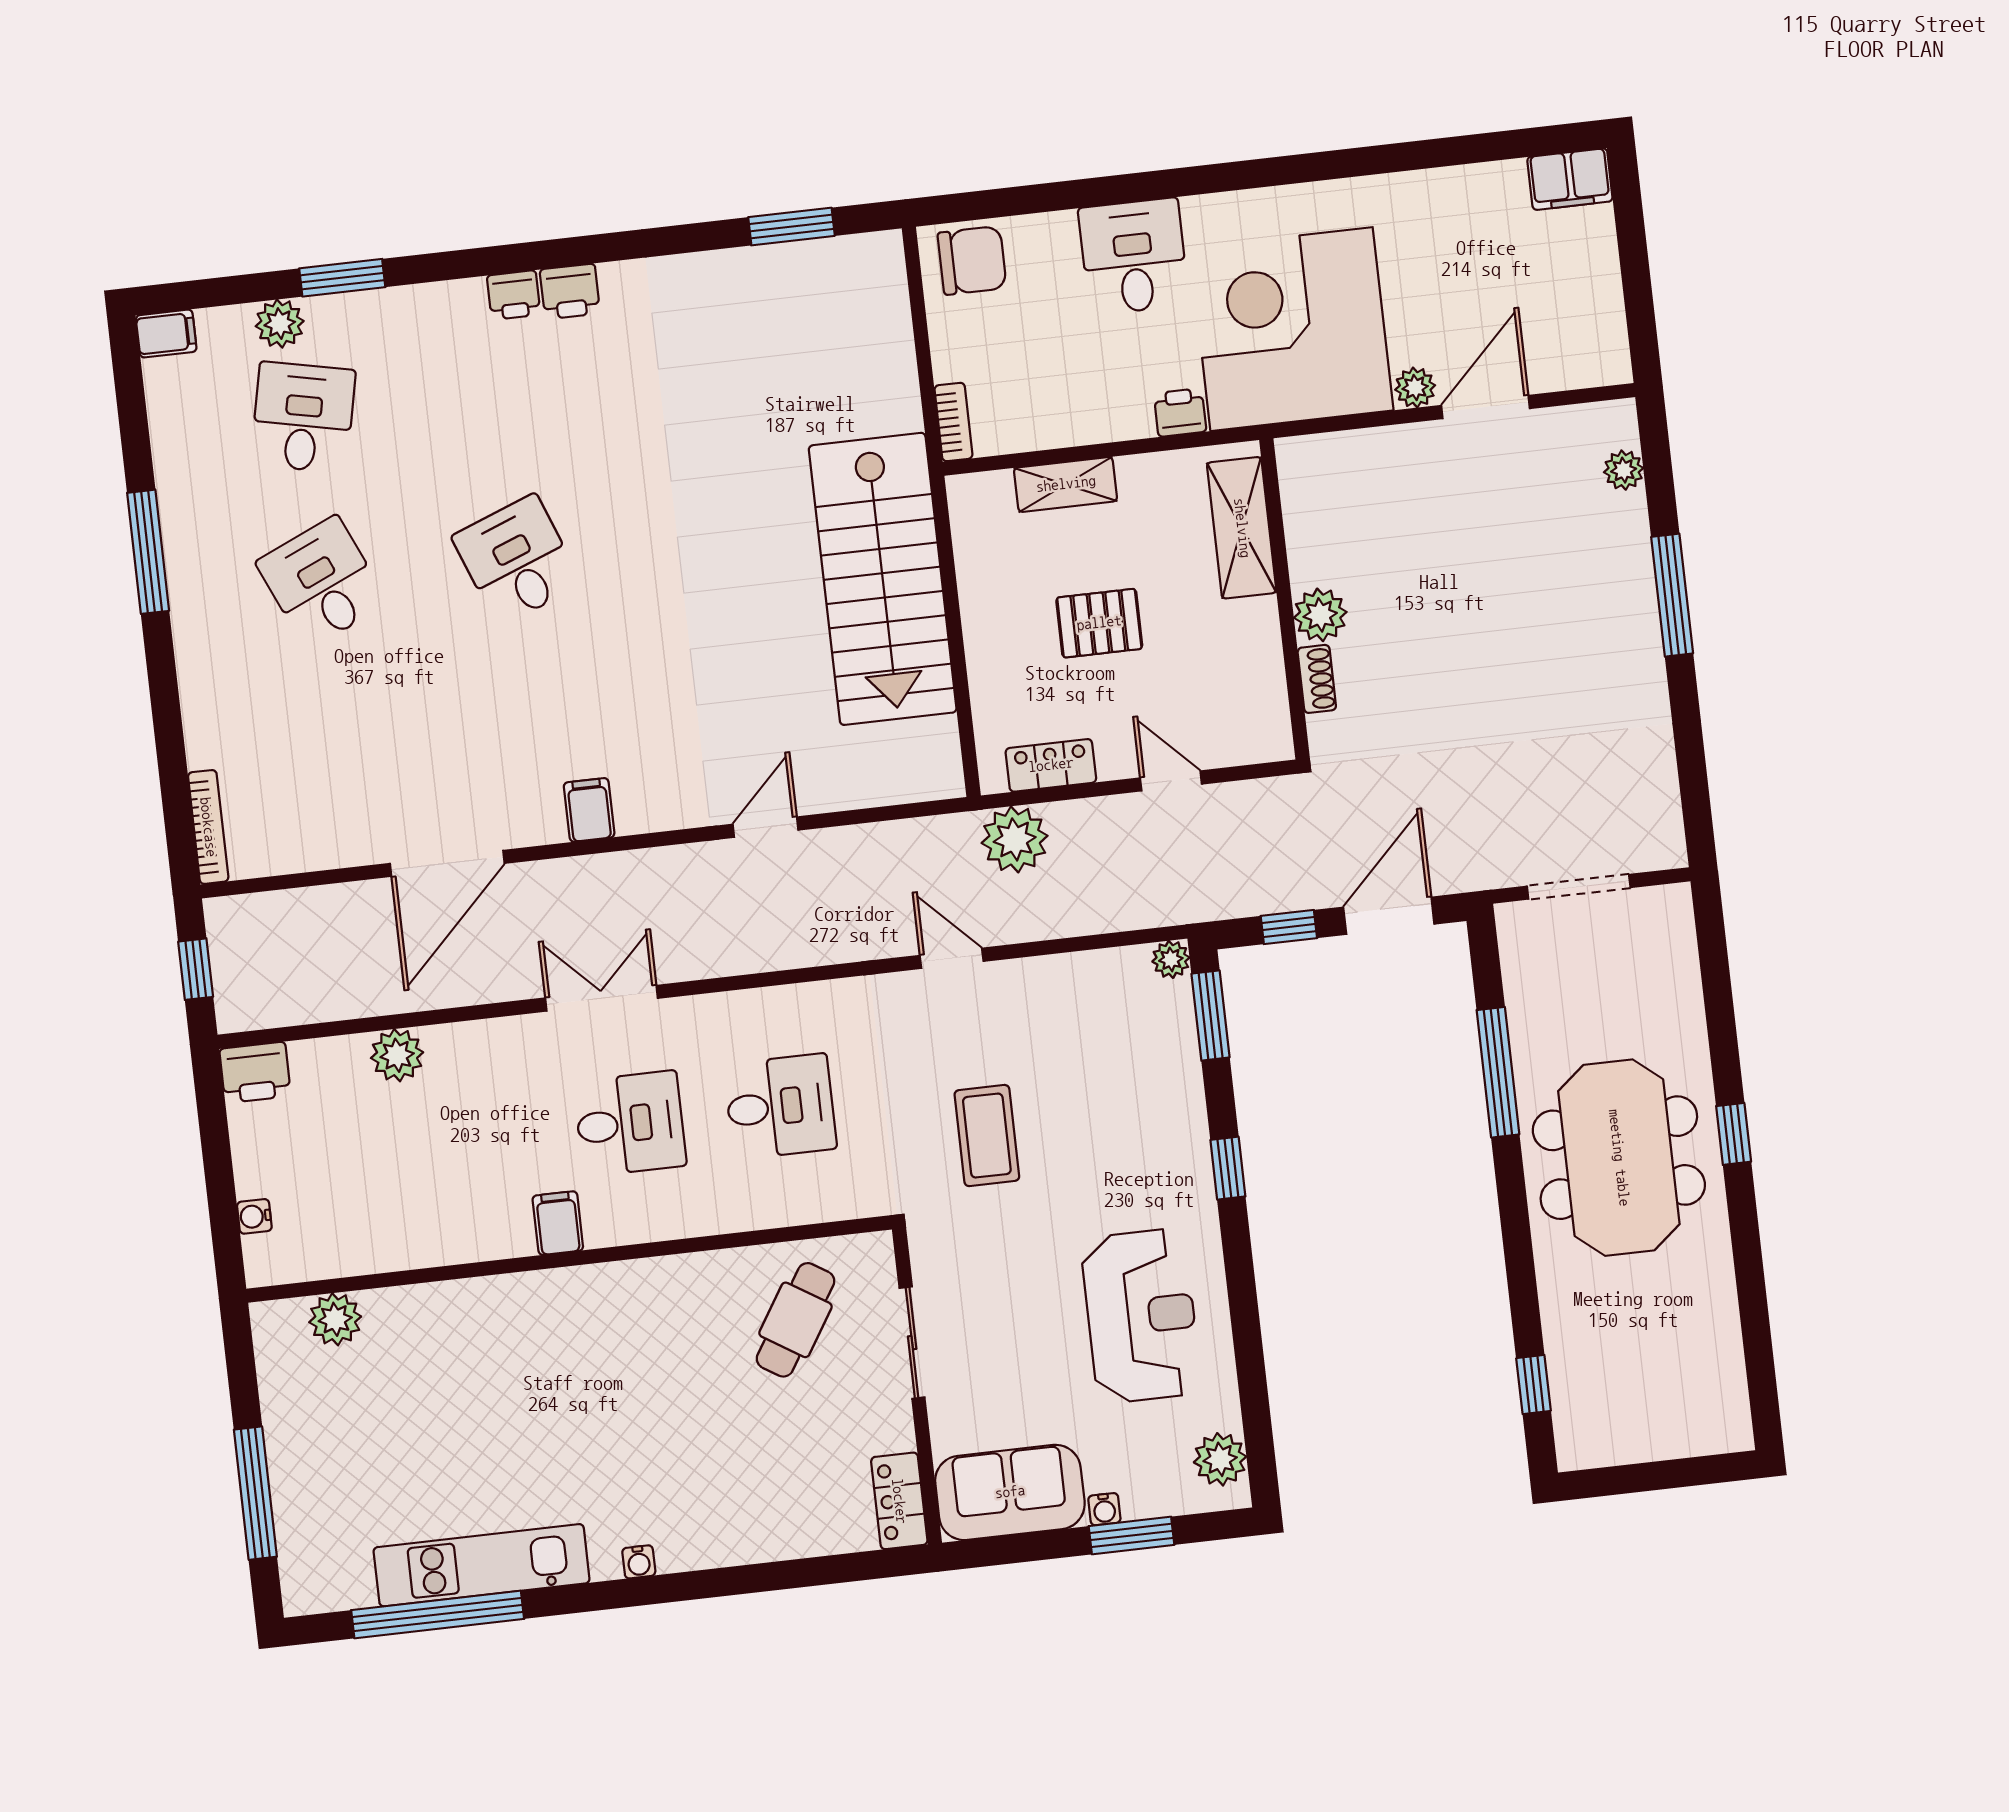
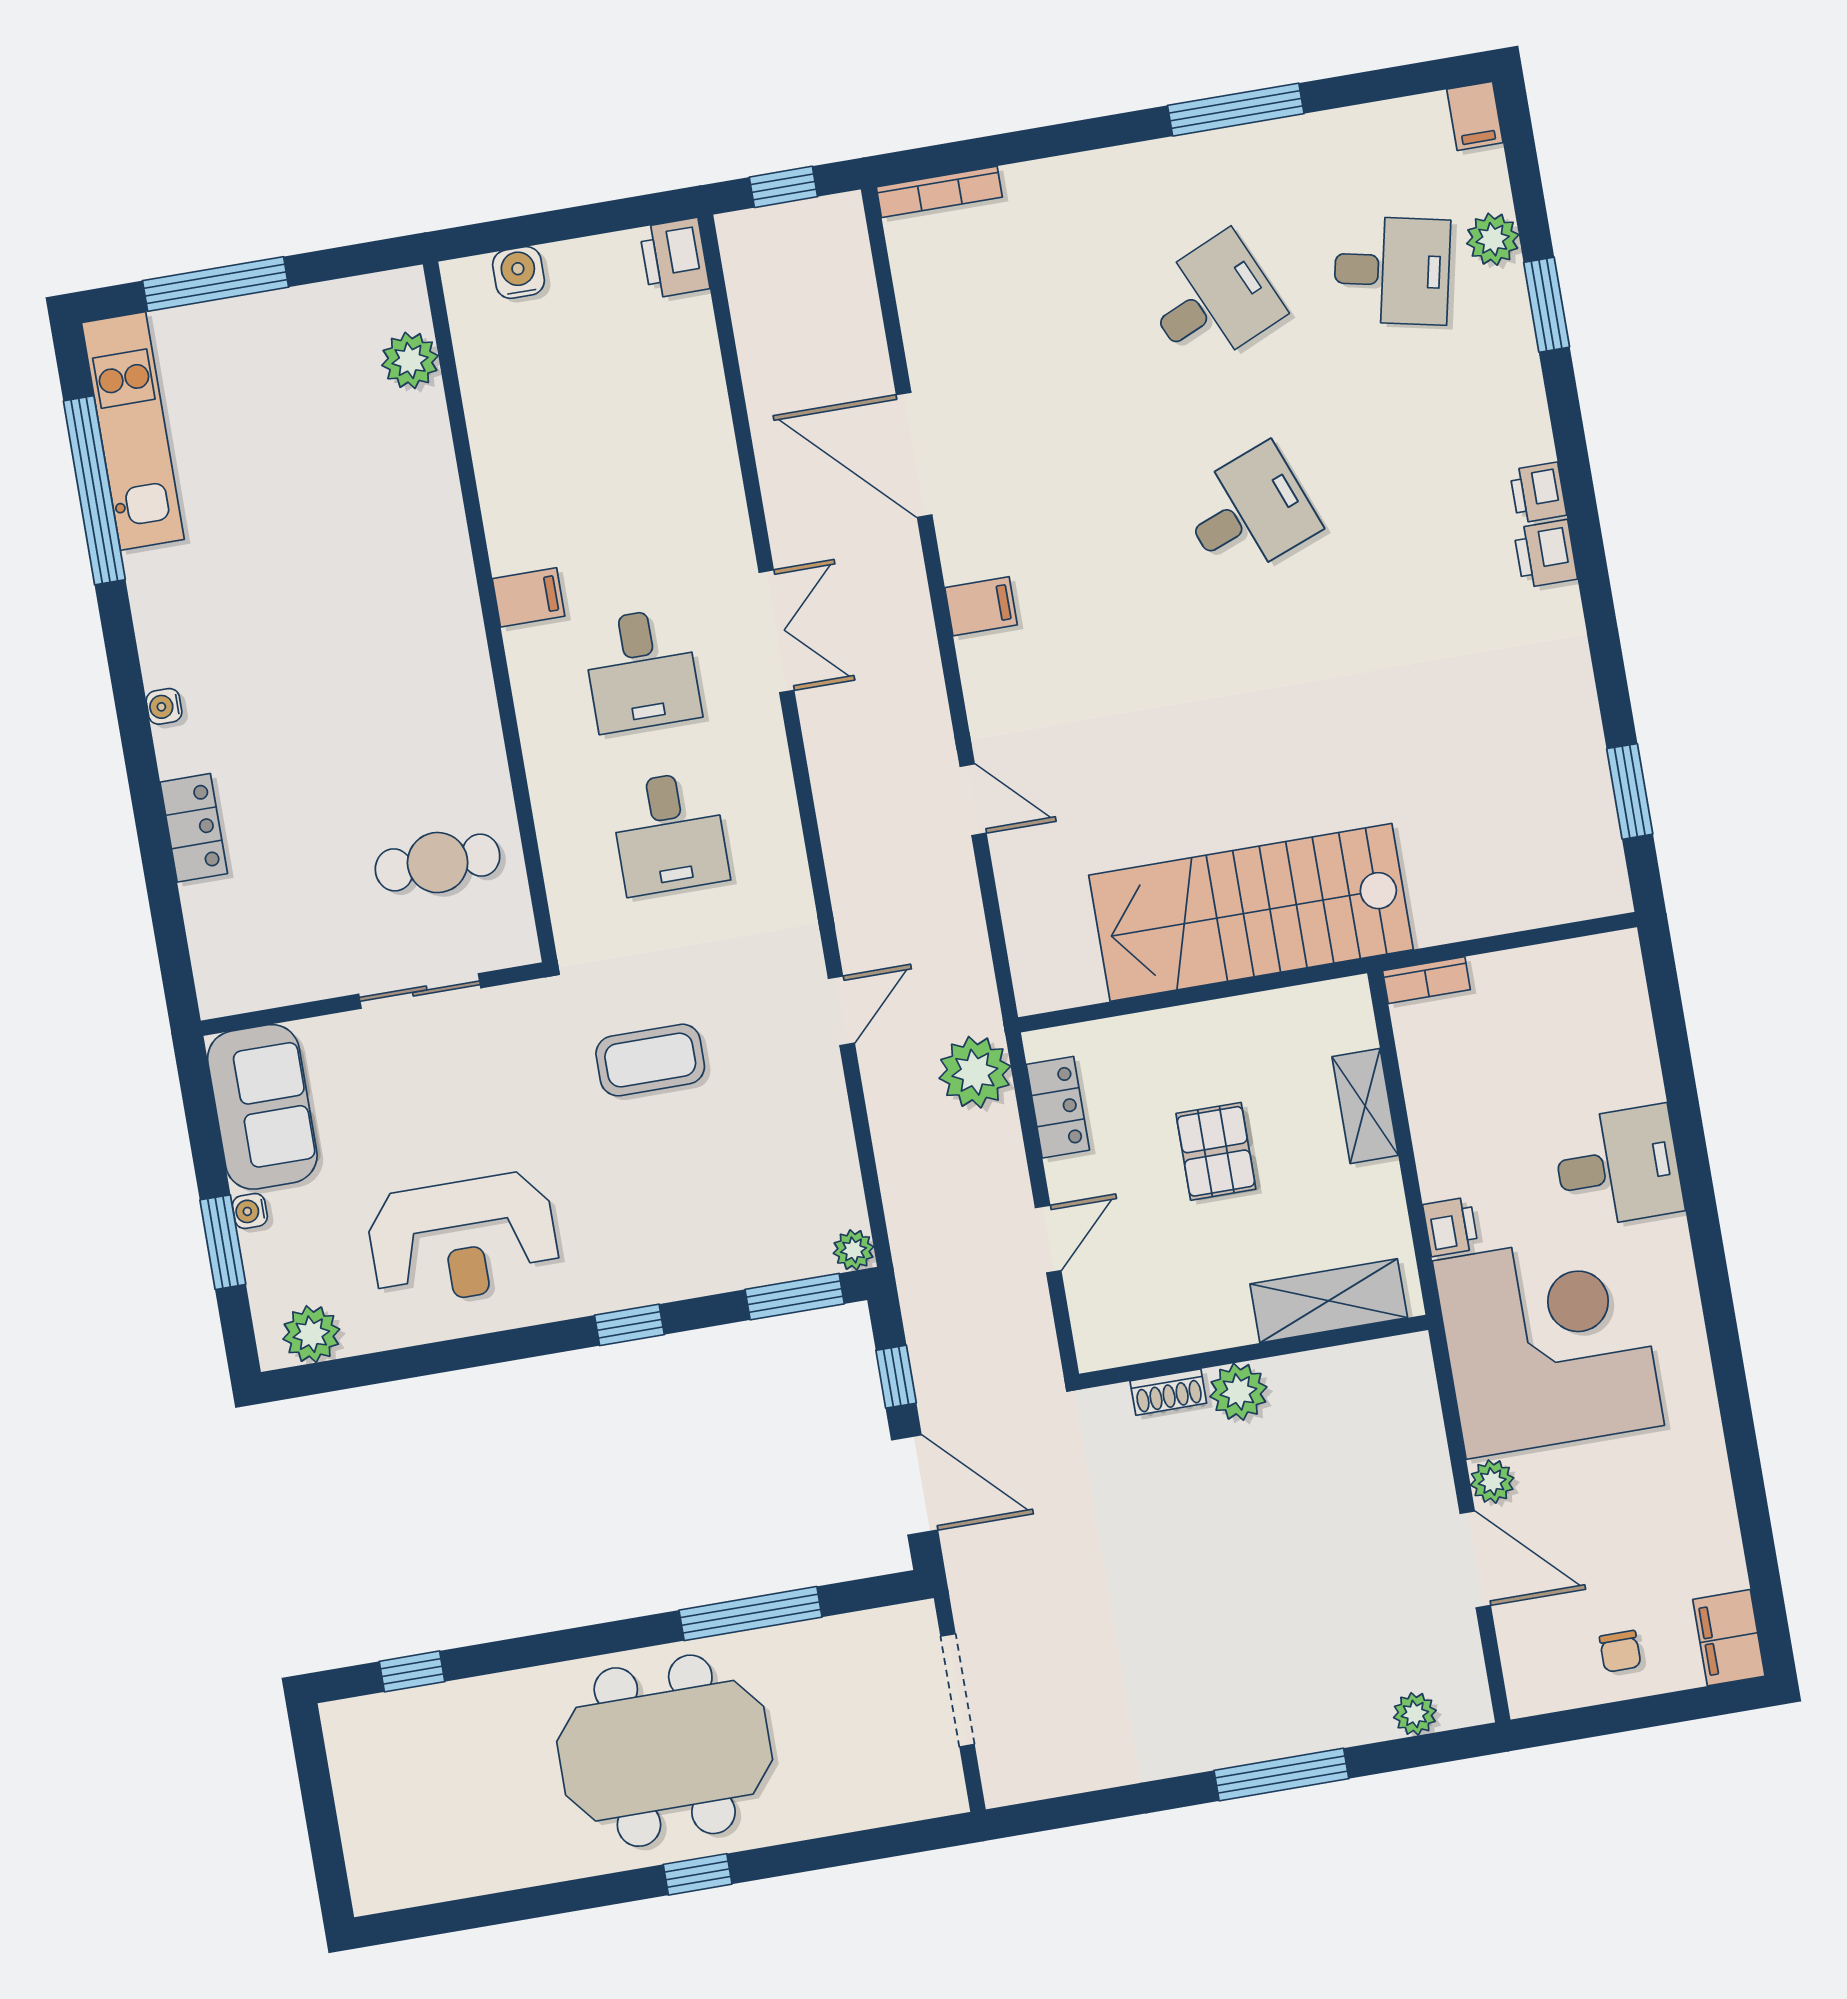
chair: (972, 260) -> (1620, 1651), moved, width x0.54, depth x0.54
plant: (397, 1055) -> (702, 412), removed
water cooler: (254, 1216) -> (519, 273), width x1.38, depth x1.38
cafe table: (795, 1320) -> (438, 863), turned -32
locker: (899, 1501) -> (194, 828), moved, turned 90
kitchen unit: (482, 1565) -> (133, 431), moved

